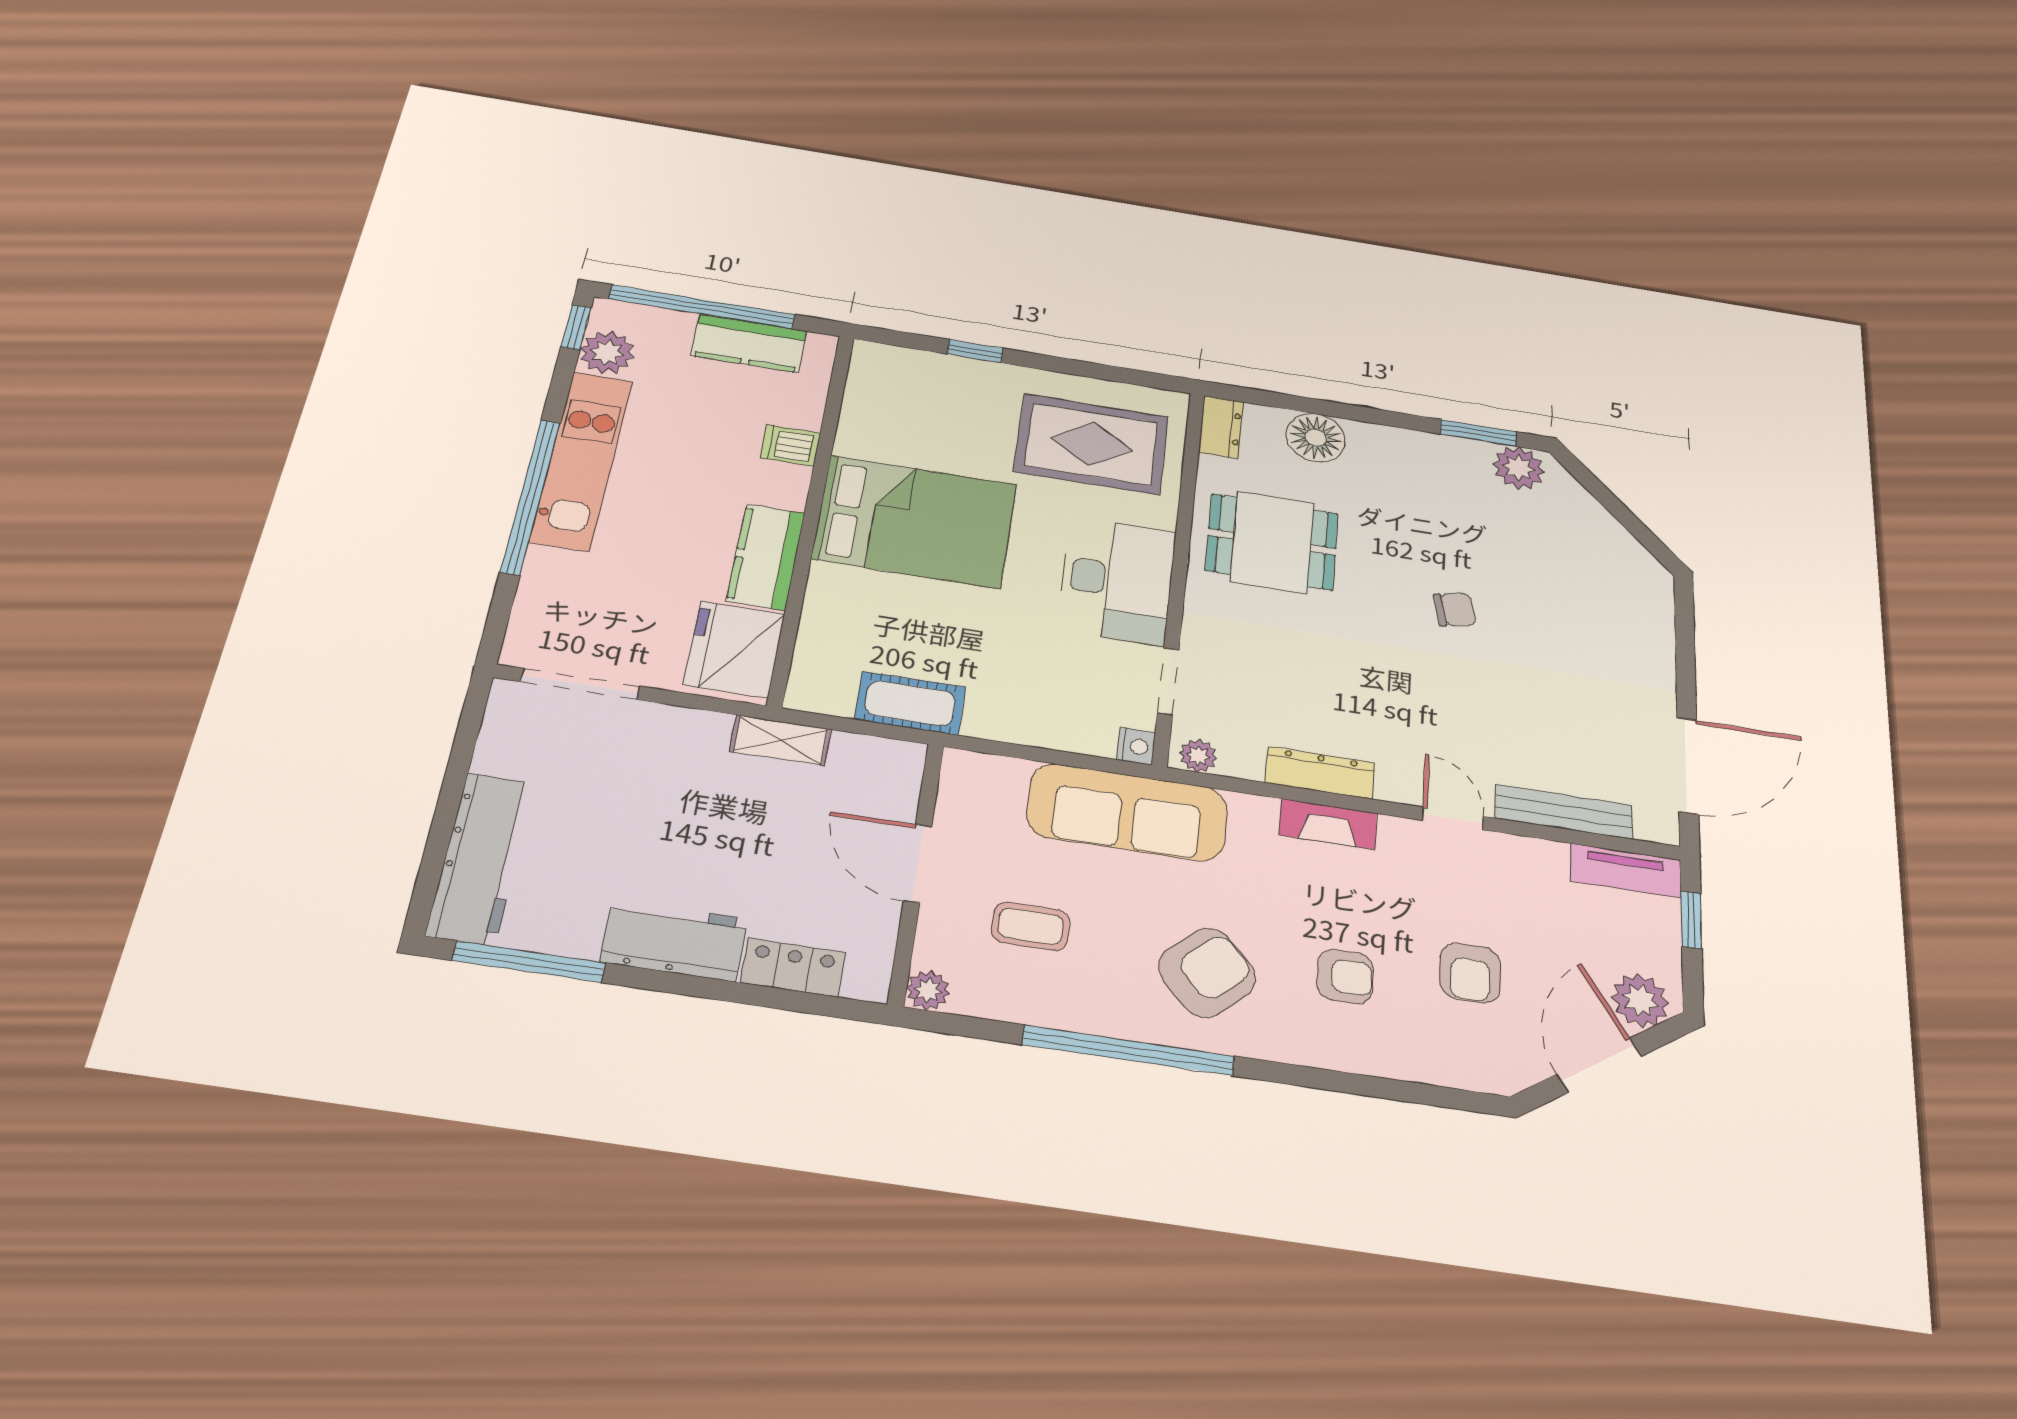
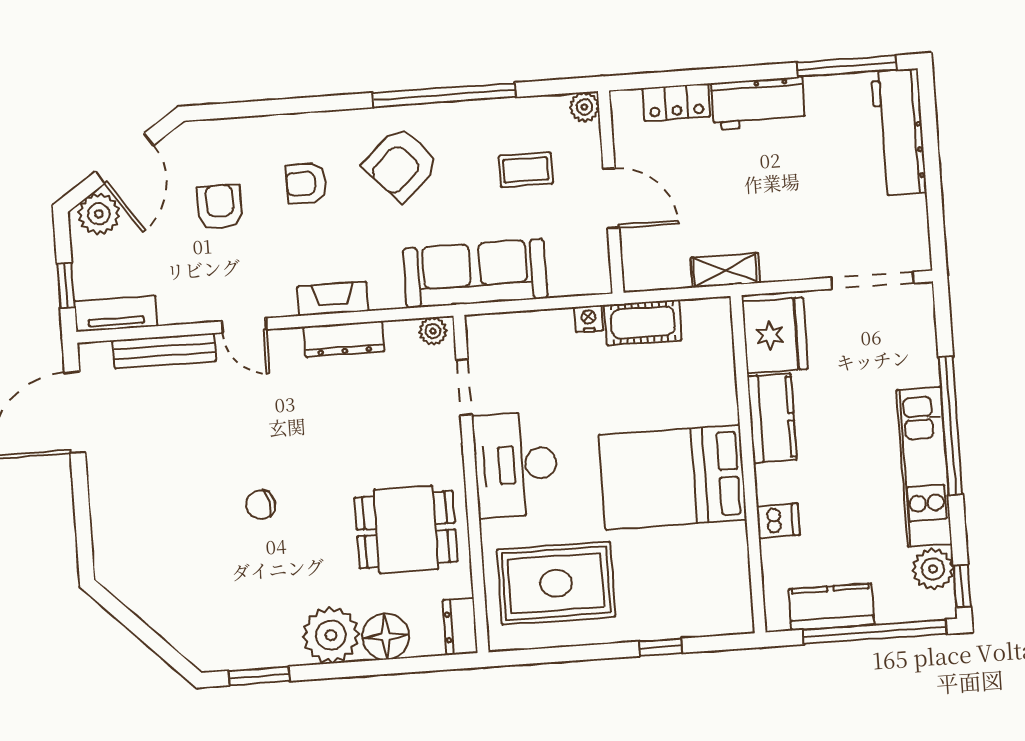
plant: (1519, 468) -> (331, 635), moved, width x1.36, depth x1.36
nightstand: (1136, 746) -> (589, 319), moved, turned 90

